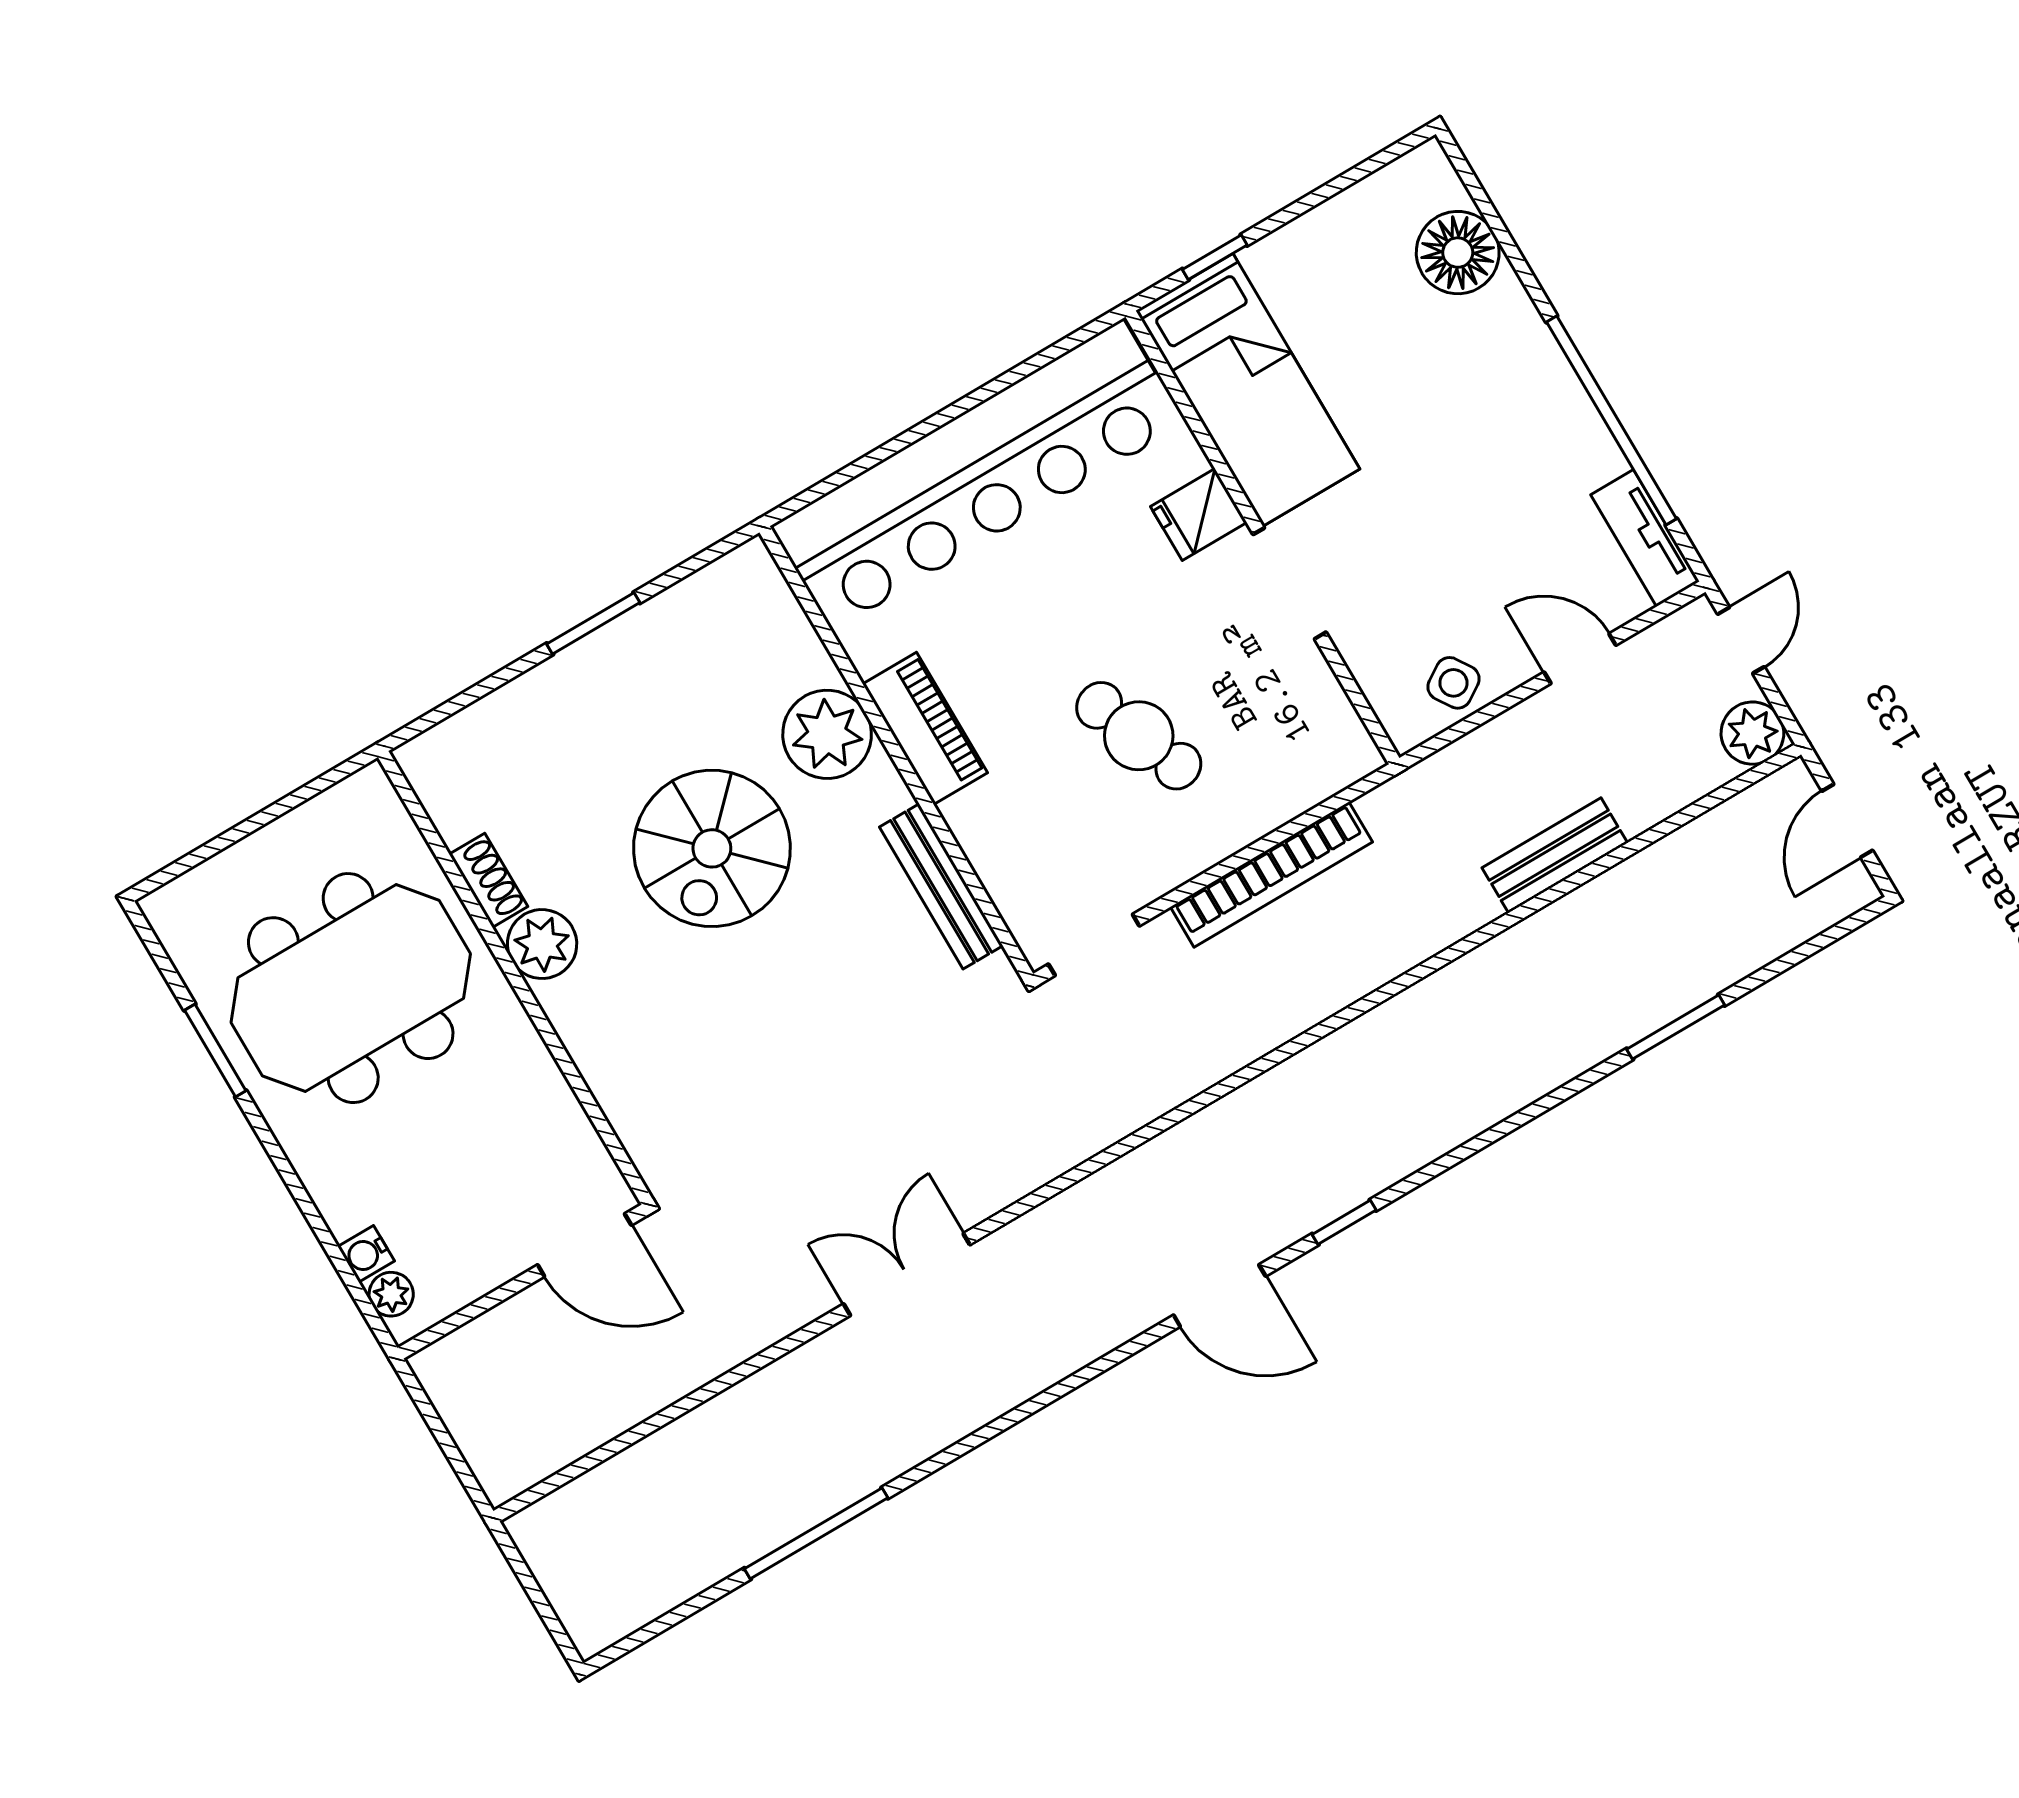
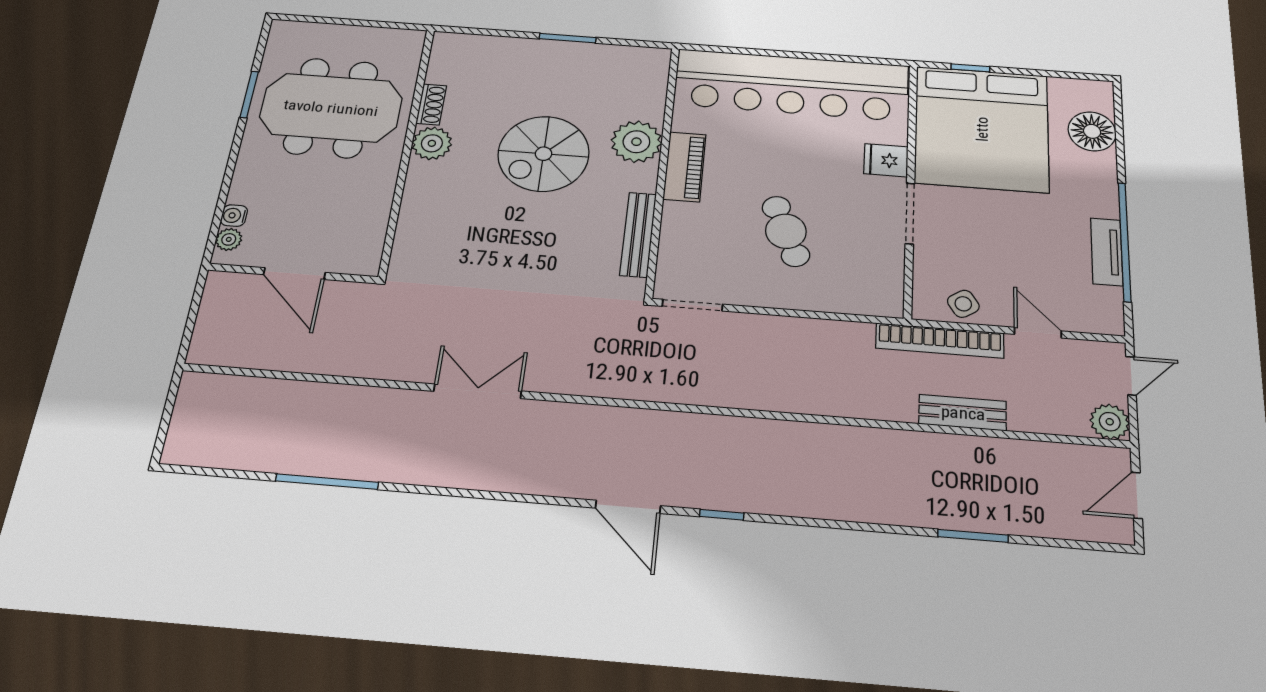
bed: (1248, 390) -> (982, 129), width x2.04
tv unit: (1645, 538) -> (1107, 252), moved
bookcase: (1271, 875) -> (940, 341), moved
door: (584, 1245) -> (294, 274), moved

